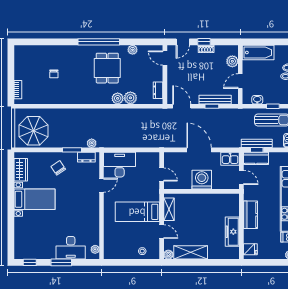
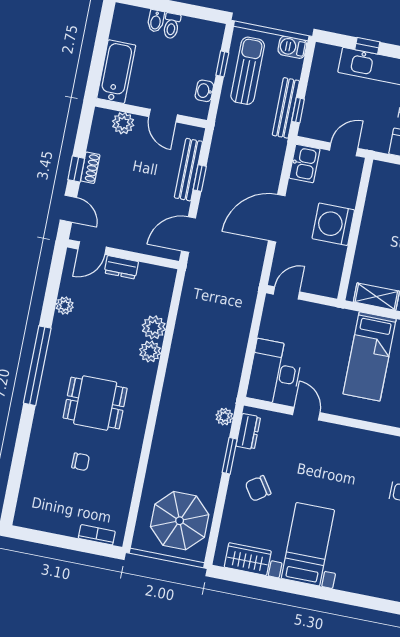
dining table: (107, 68) -> (95, 403), moved
dresser: (158, 90) -> (121, 267), moved
kitchen counter: (256, 158) -> (313, 115), removed
door: (162, 175) -> (286, 293), moved

